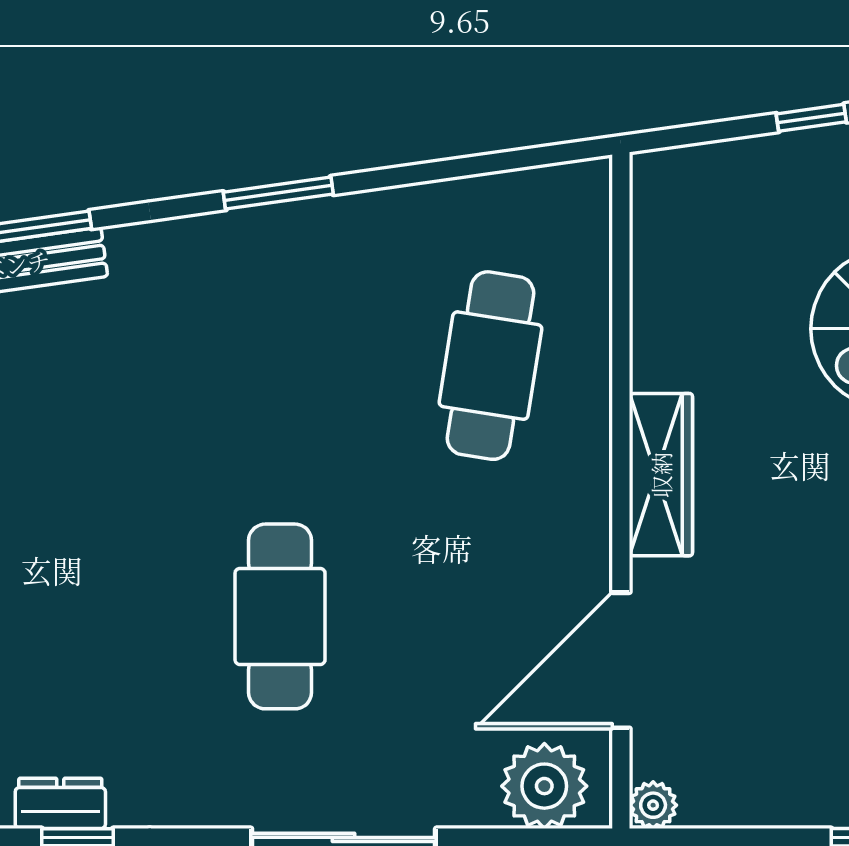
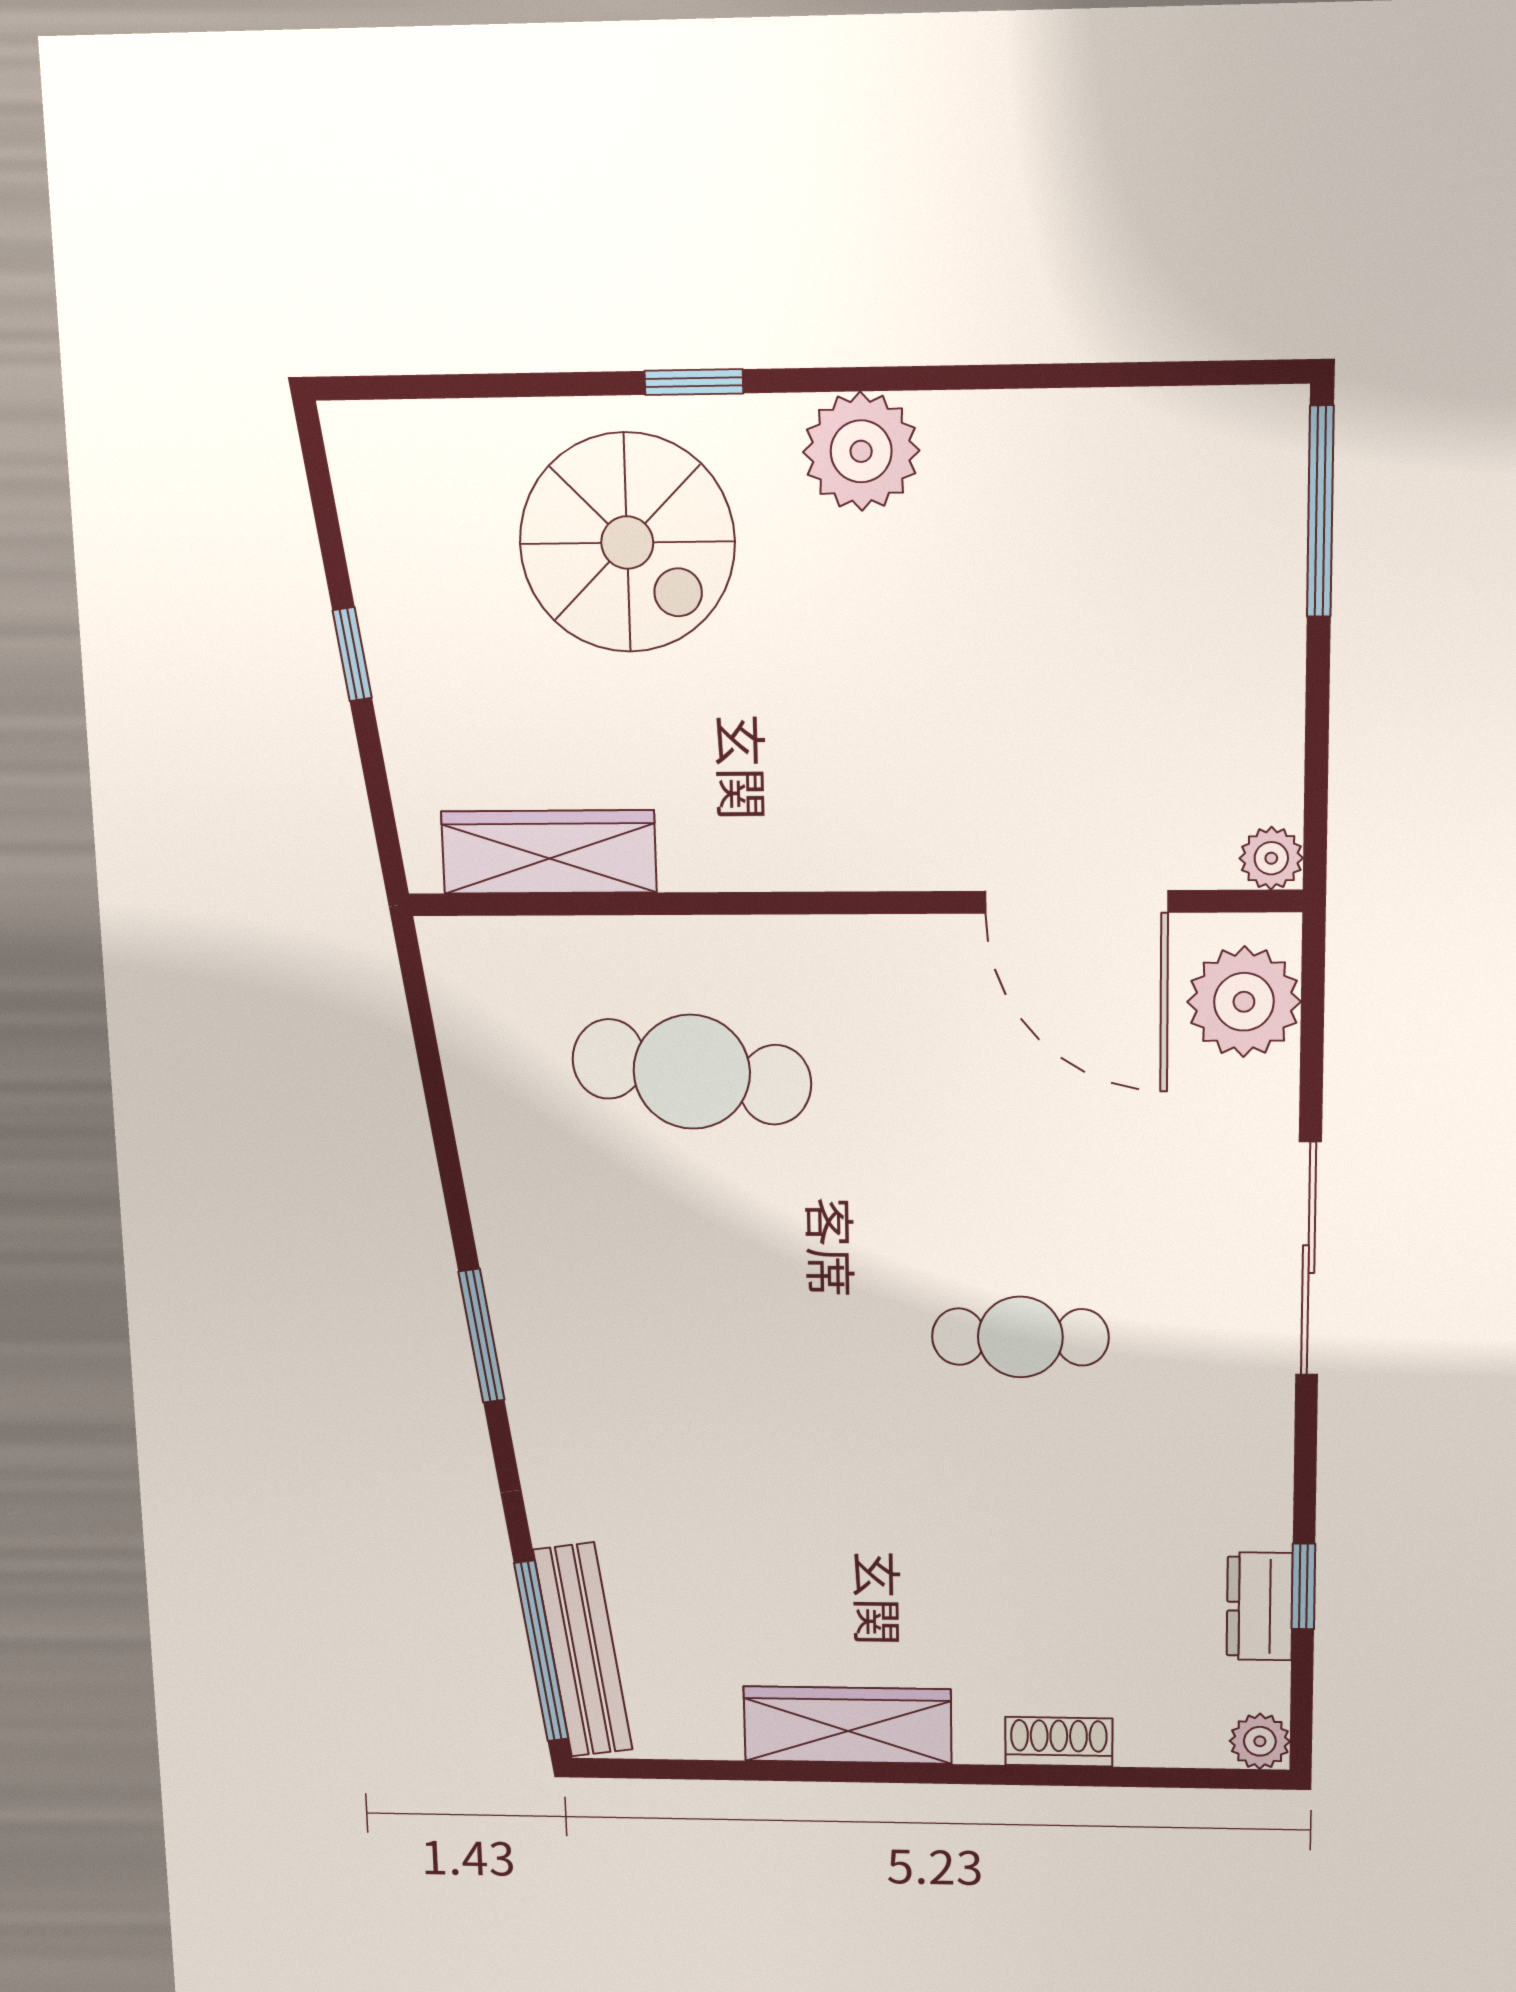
wardrobe: (661, 475) -> (549, 852), moved
cafe table: (280, 616) -> (1020, 1337), width x0.73, depth x0.74

